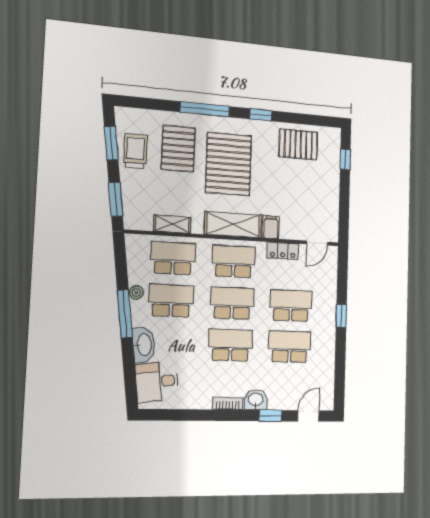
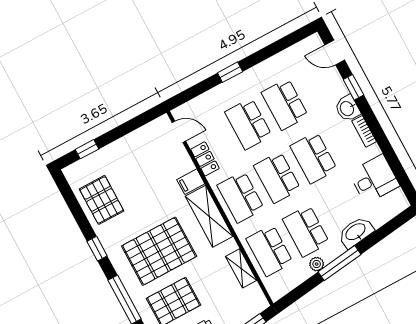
desk: (157, 382) -> (374, 179), moved, turned -83

